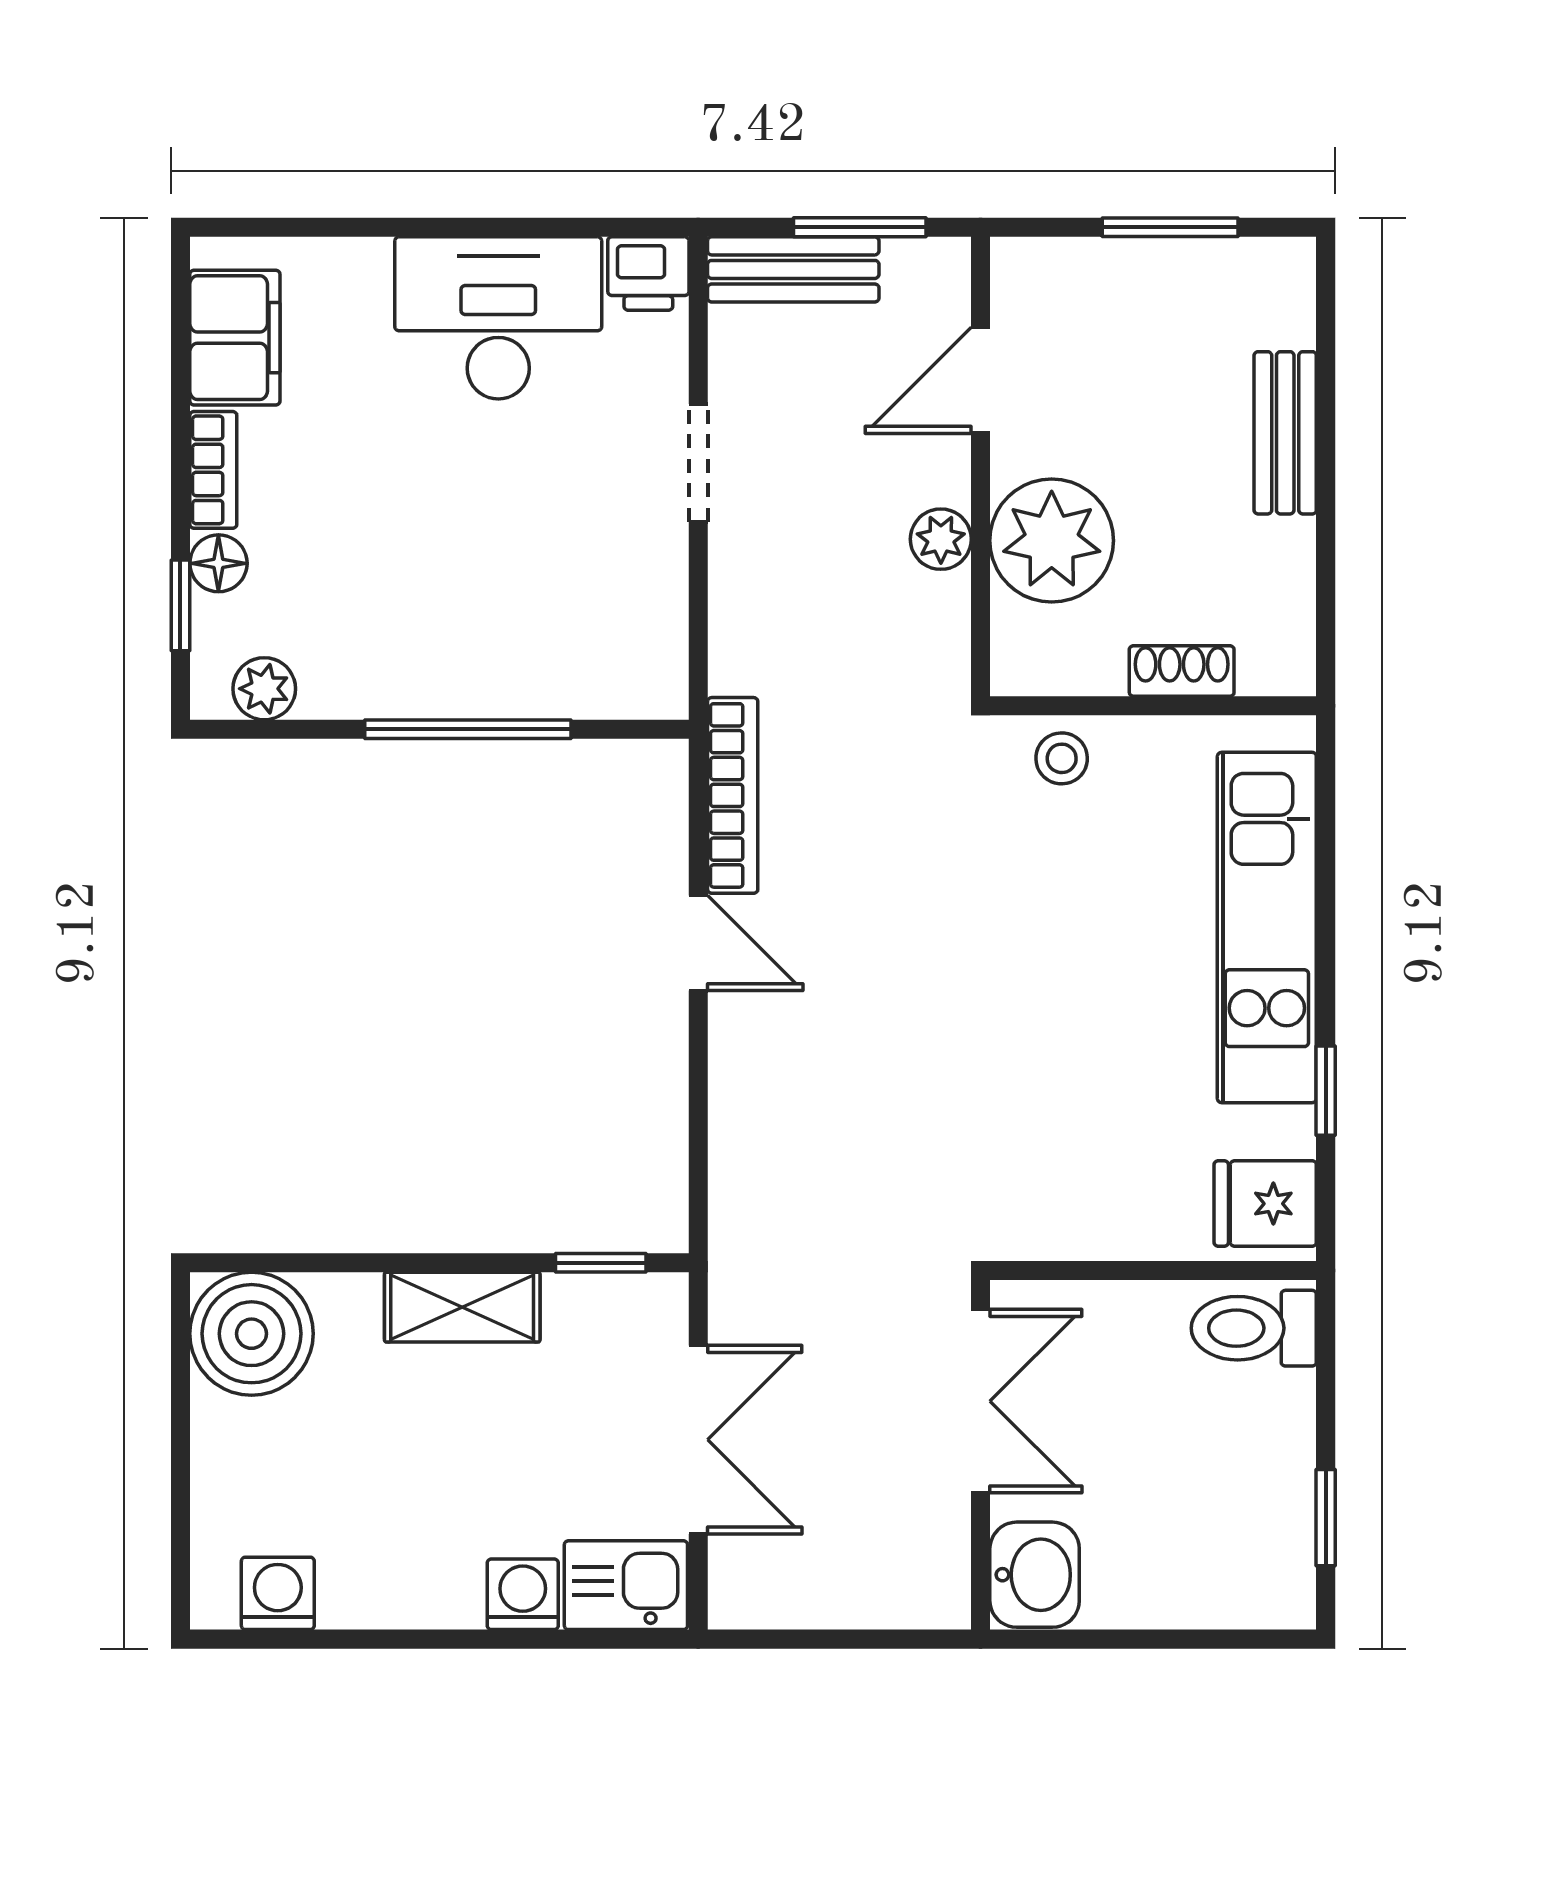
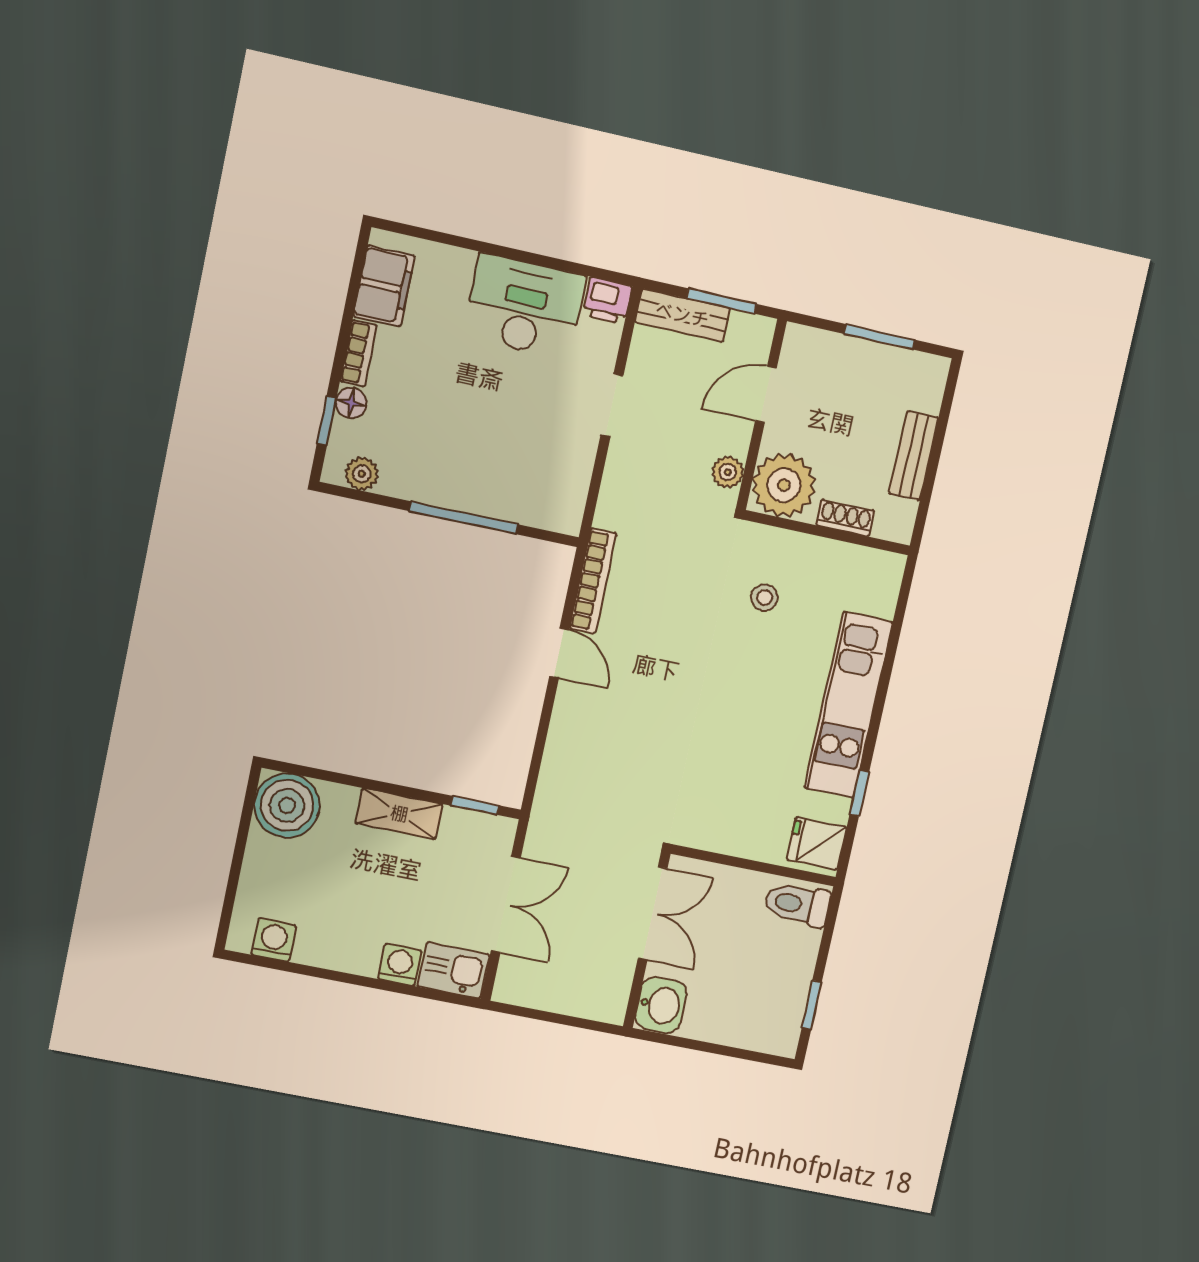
shoe rack: (1182, 671) -> (845, 518), moved
wall: (1153, 706) -> (827, 533), moved

